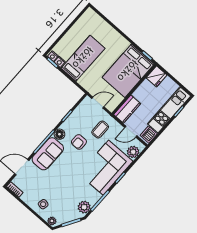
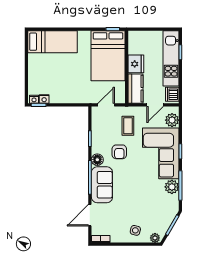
bed: (83, 58) -> (53, 42), moved, turned 90
fridge: (156, 76) -> (136, 64), moved
plant: (84, 207) -> (172, 187), moved

